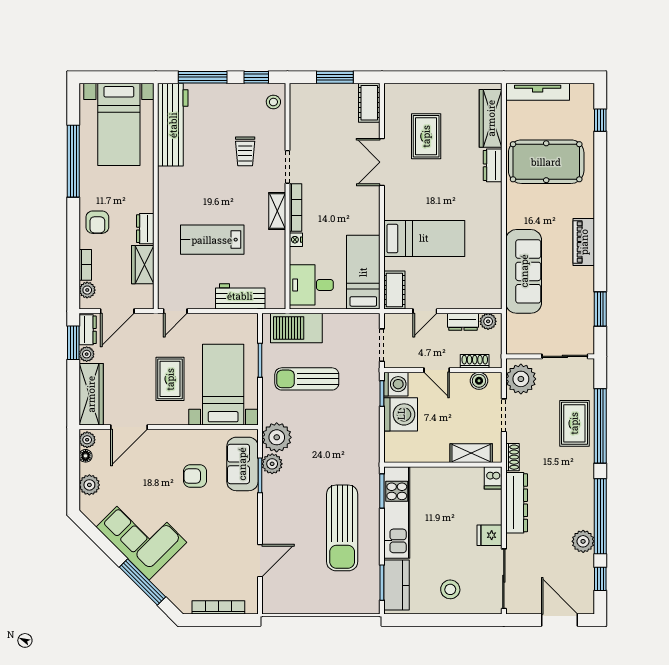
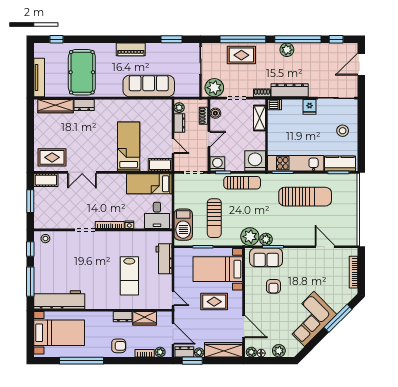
rug: (426, 136) -> (52, 157), moved
trolley: (245, 151) -> (76, 256), removed
shelving: (277, 211) -> (112, 236), removed
washing machine: (401, 414) -> (255, 161), moved
sun lounger: (365, 425) -> (242, 183), added
plant: (583, 541) -> (287, 50), moved

